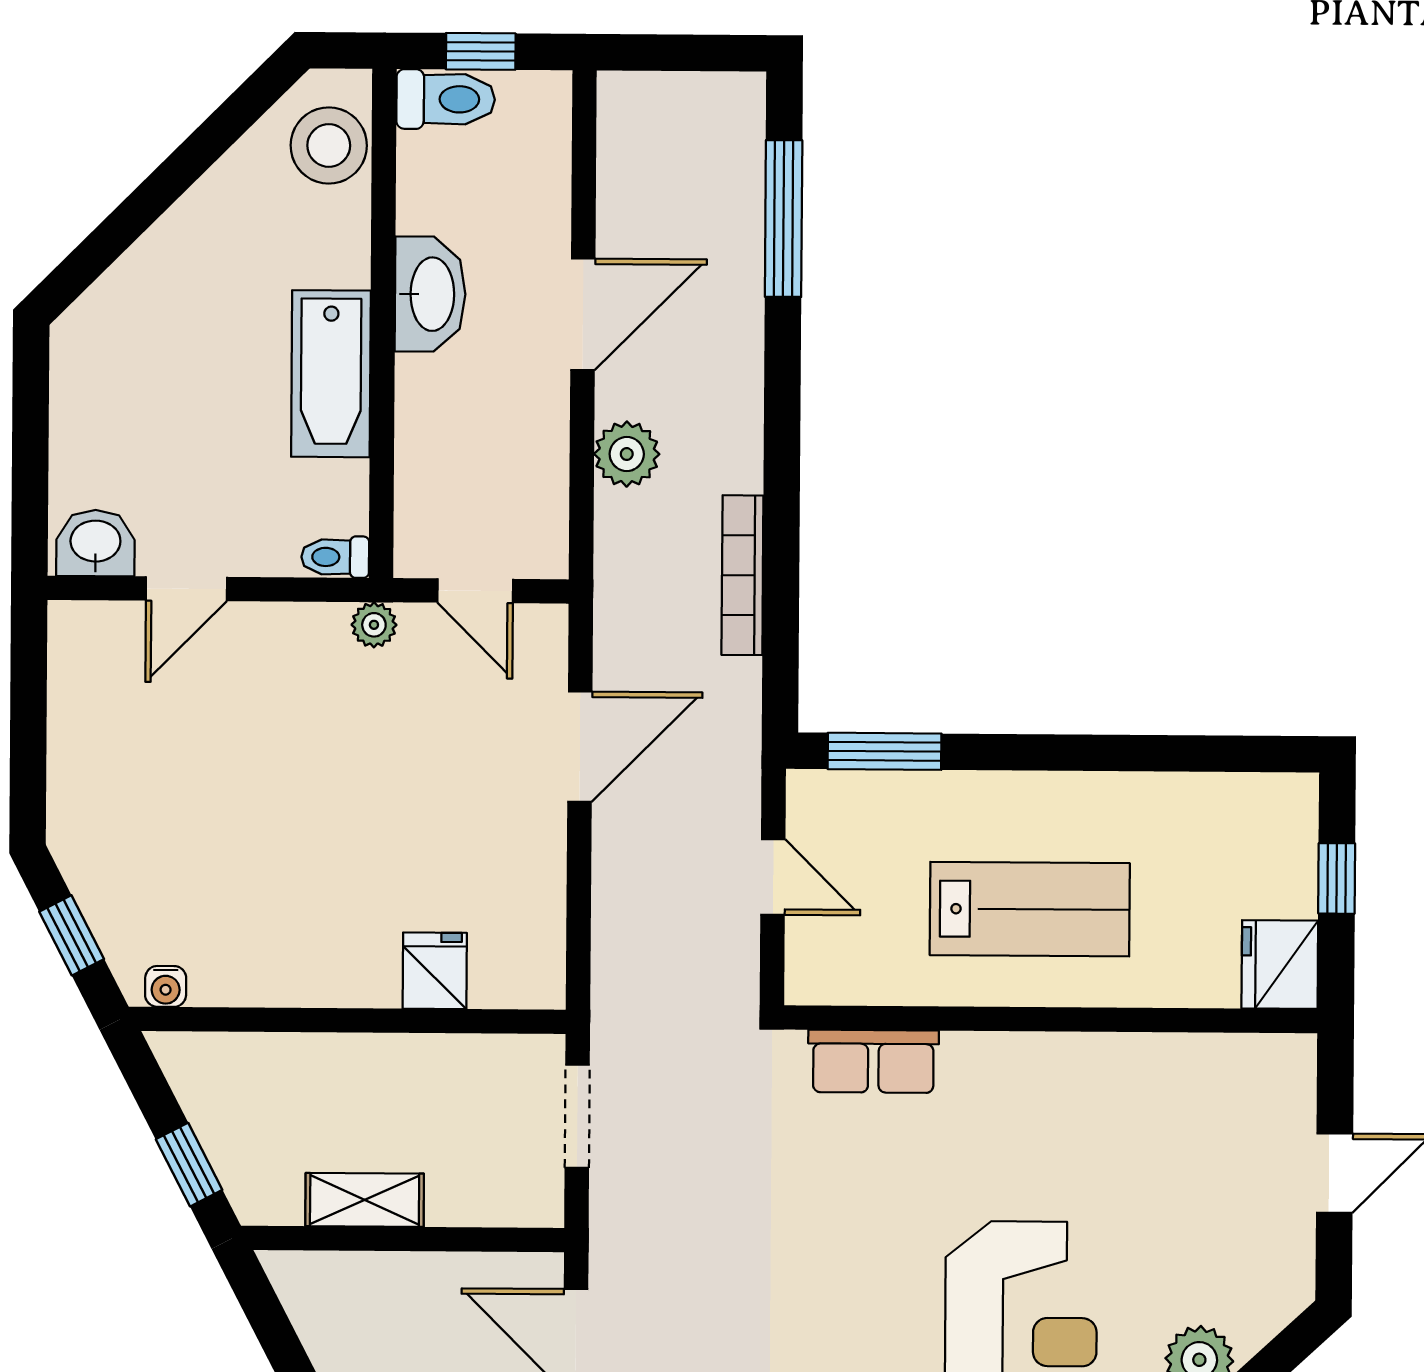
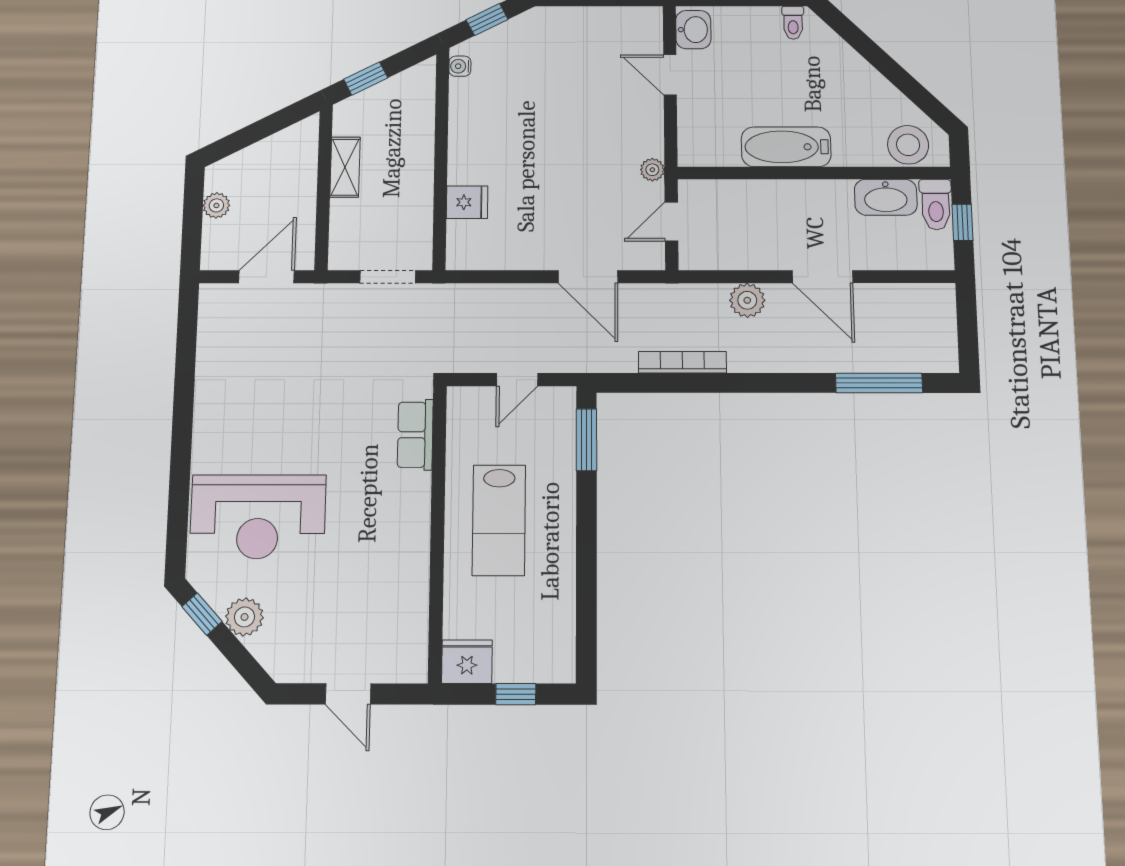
washbasin: (430, 294) -> (886, 197), moved
toilet: (335, 557) -> (793, 23), moved, turned 180

